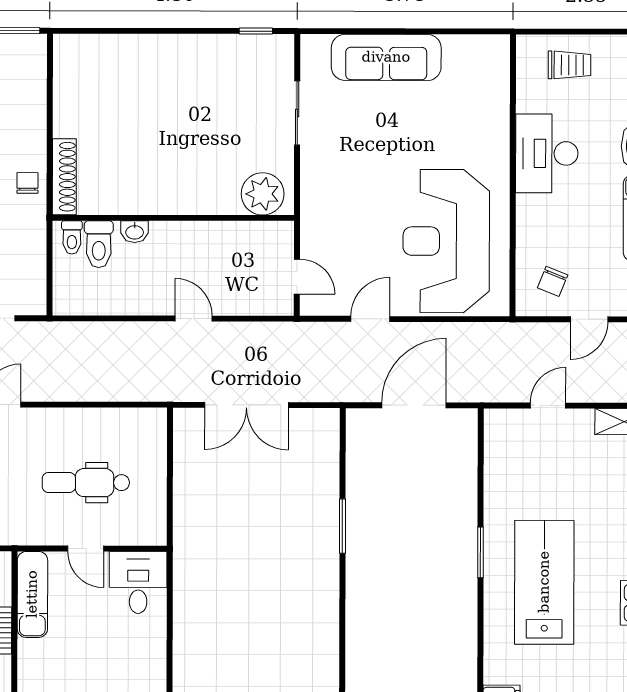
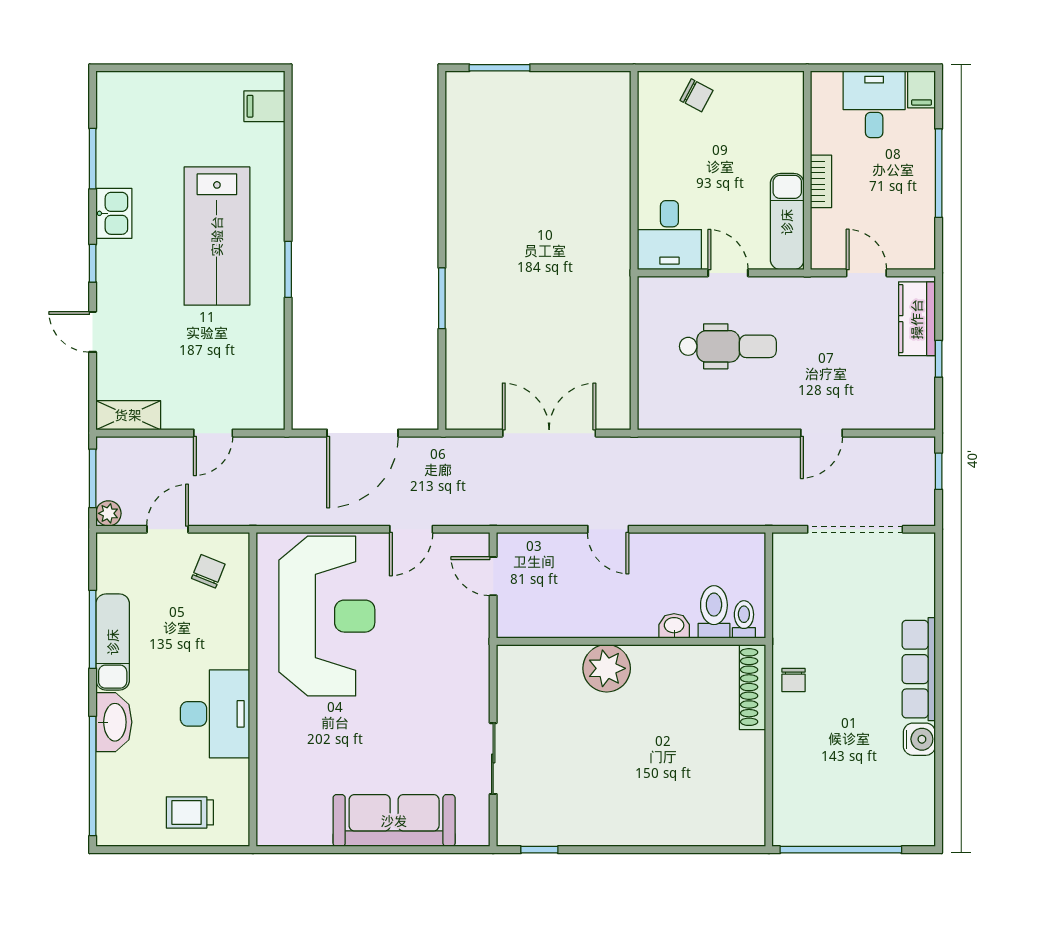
plant: (263, 194) -> (607, 668), moved

